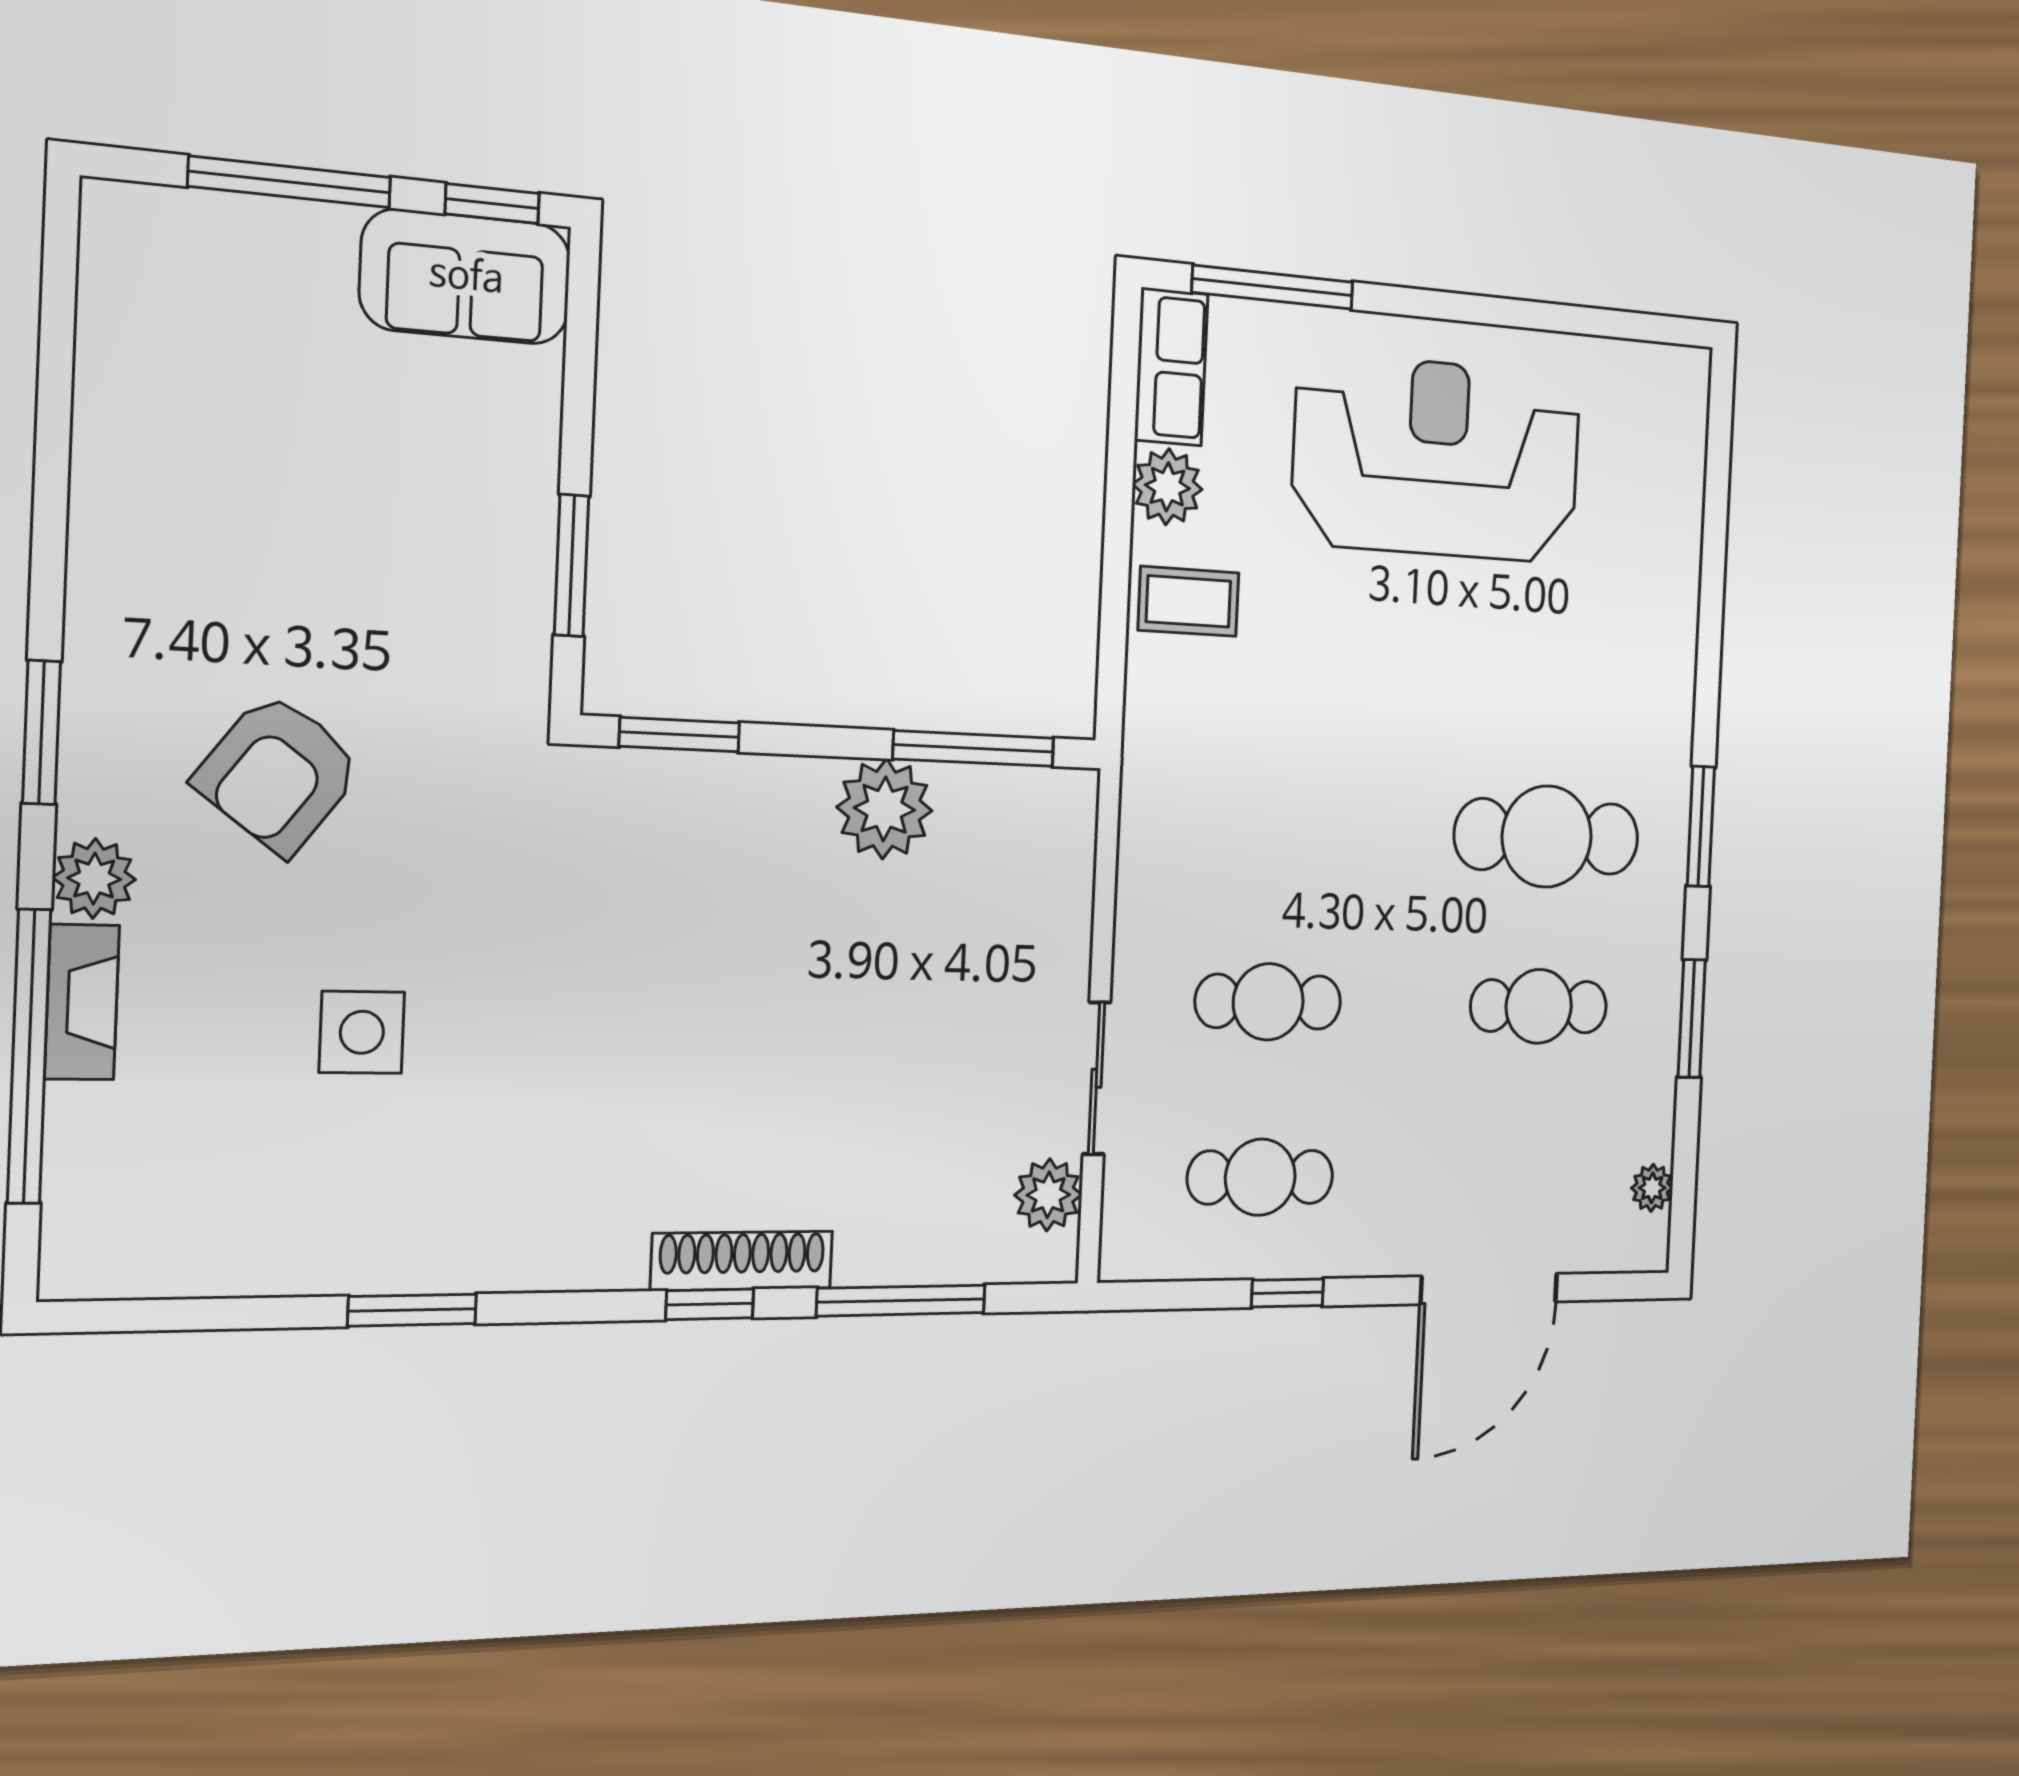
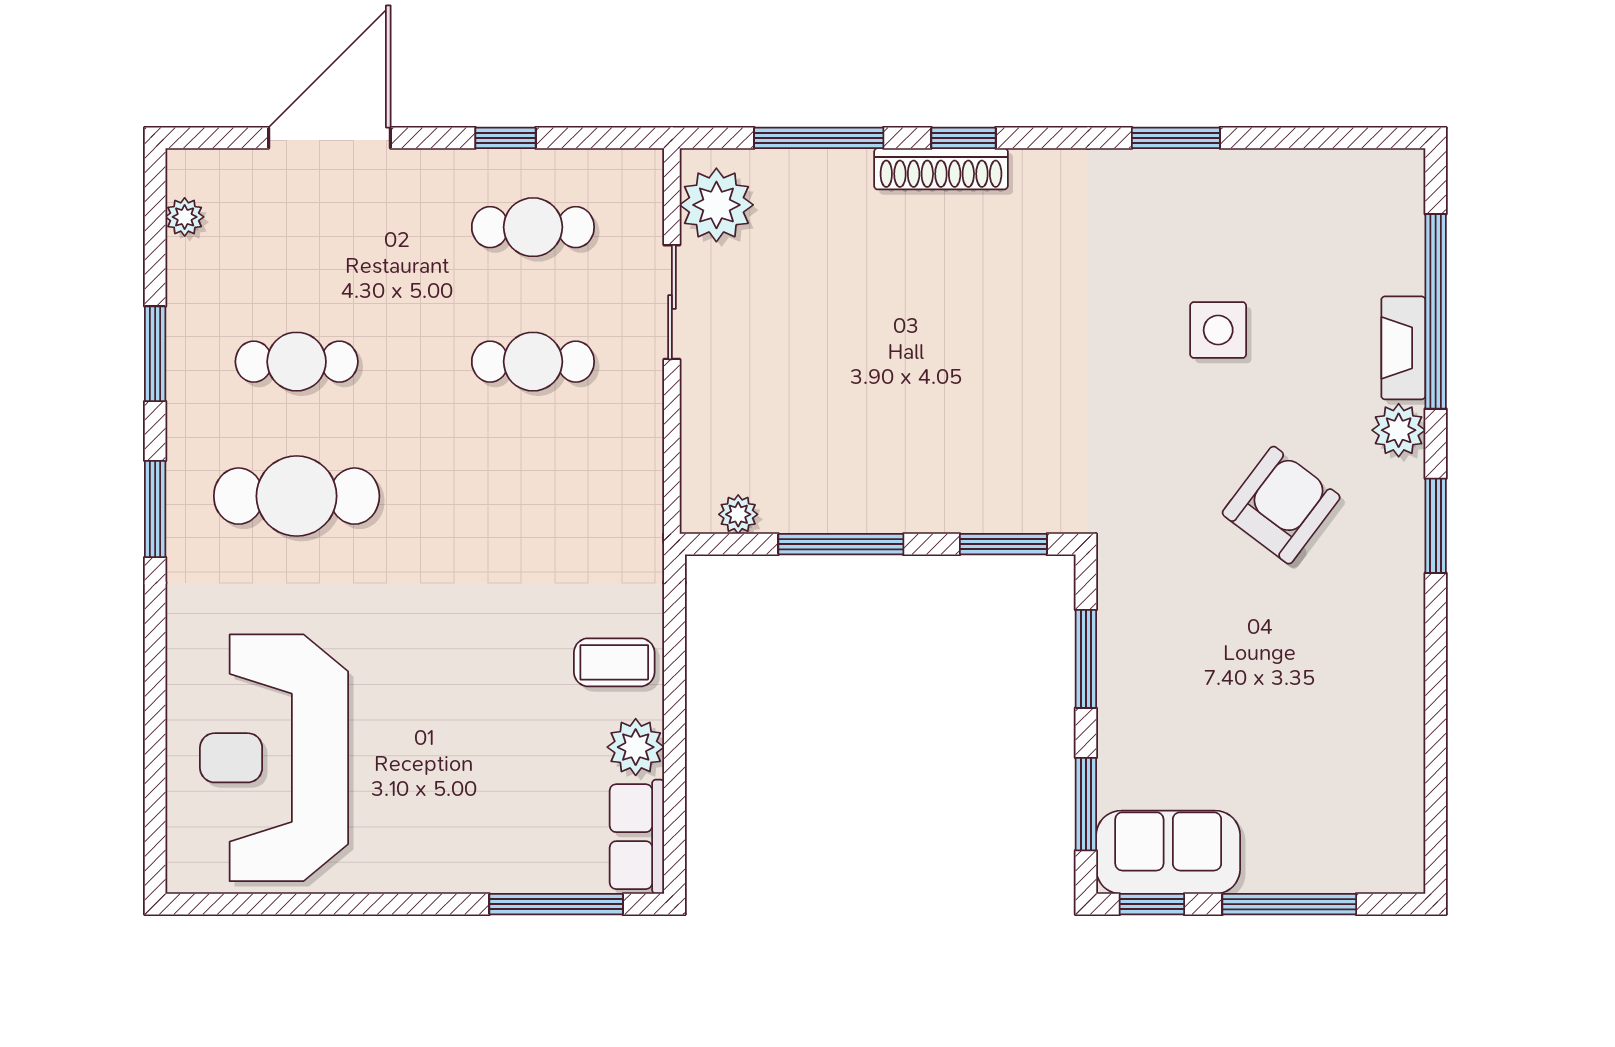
window: (580, 357) -> (1086, 804), added
reception desk: (1437, 459) -> (274, 758), moved, turned 90
window: (974, 748) -> (841, 544), moved
plant: (884, 809) -> (738, 514), moved, width x0.53, depth x0.53
plant: (1048, 1195) -> (716, 205), width x1.36, depth x1.36

